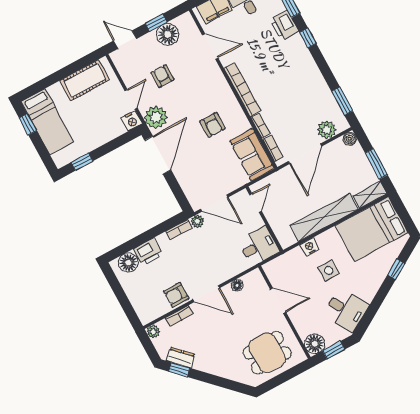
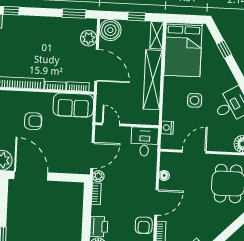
boiler: (350, 139) -> (110, 30), width x1.86, depth x1.86
window: (376, 164) -> (136, 16), width x0.67
nightstand: (310, 247) -> (167, 128), moved

